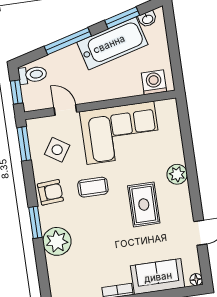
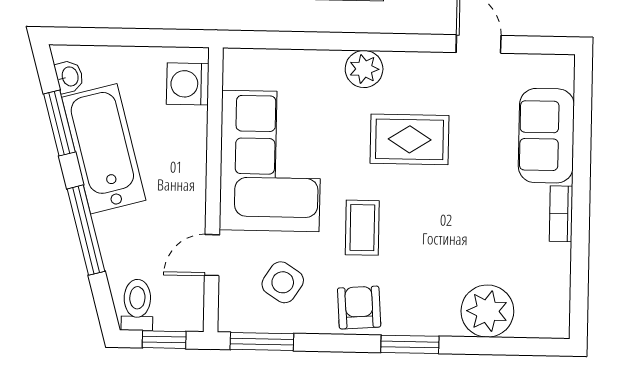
plant: (57, 241) -> (487, 311), moved
floor lamp: (196, 280) -> (564, 65), removed

